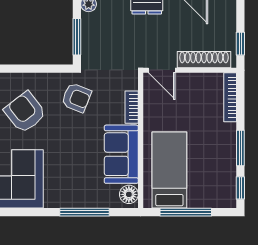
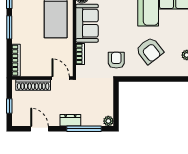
window: (77, 37) -> (116, 100), removed
window: (240, 44) -> (9, 106), moved
armchair: (76, 98) -> (116, 60), turned 68

